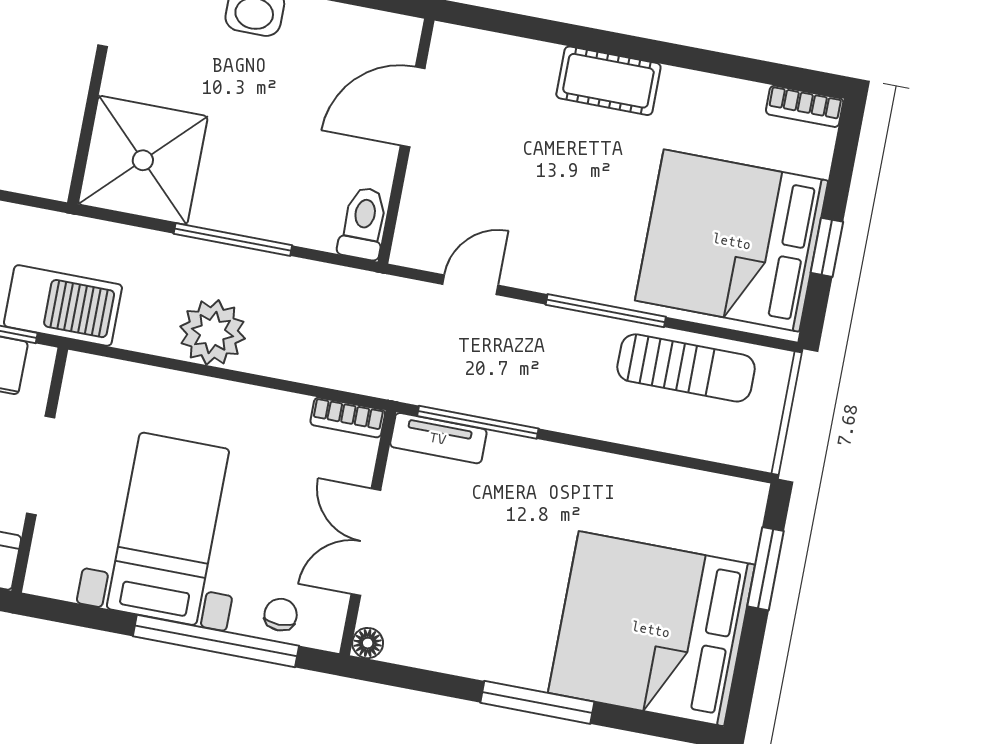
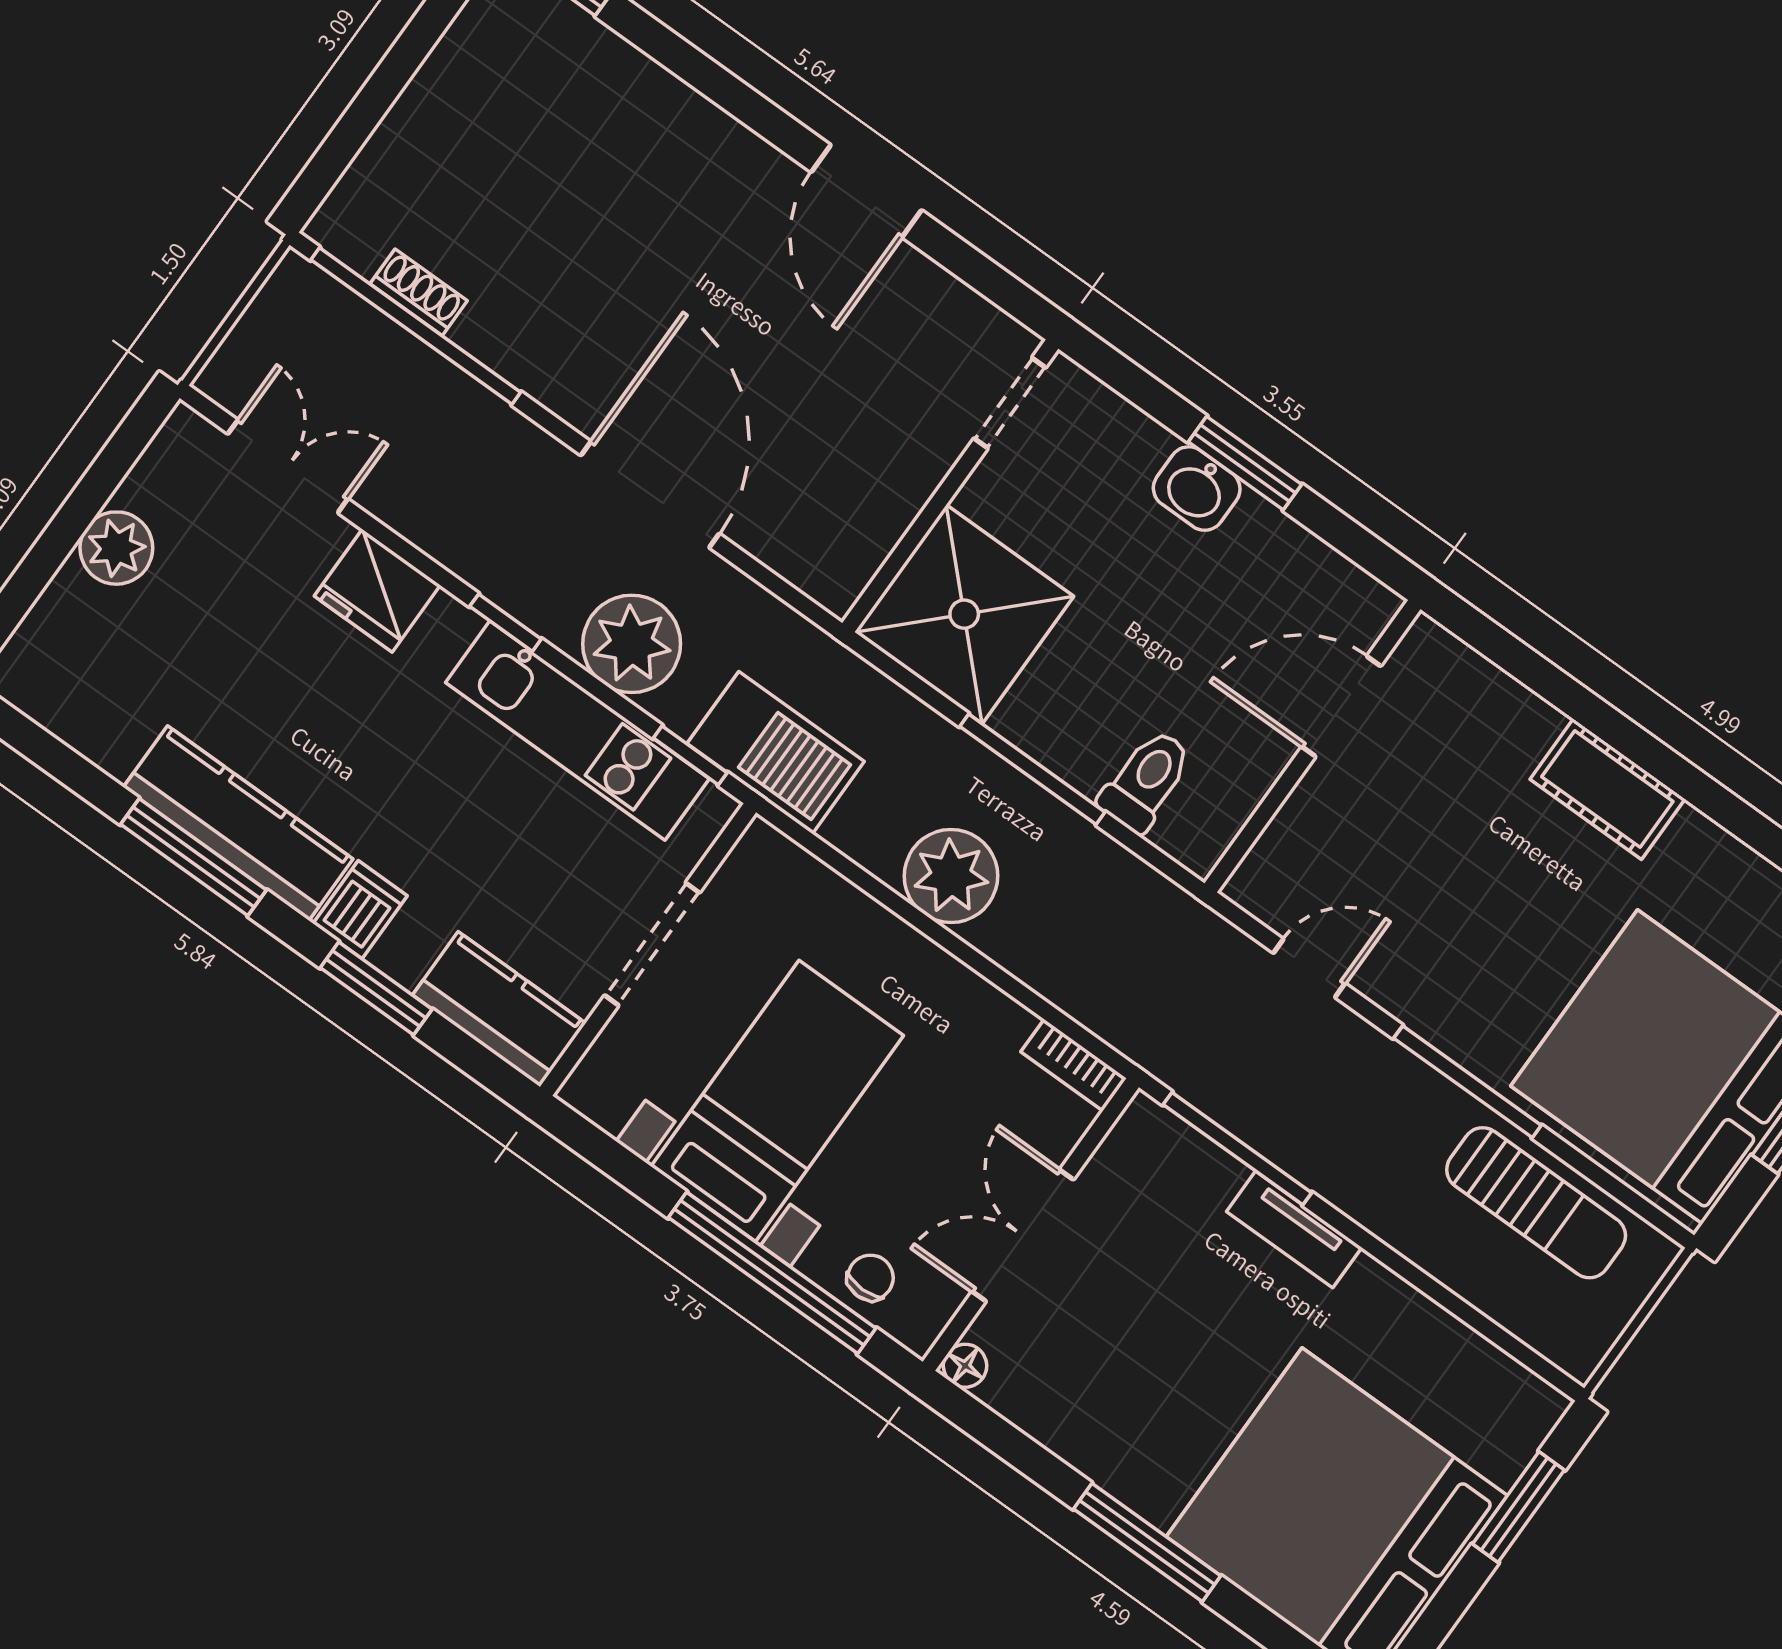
toilet: (363, 223) -> (1146, 781), moved
tv unit: (438, 438) -> (1294, 1229), moved

